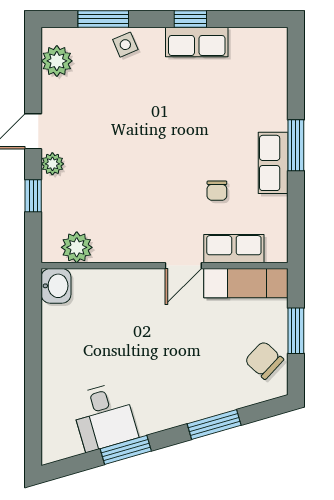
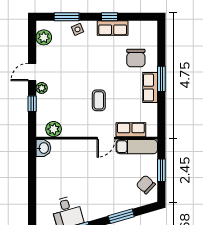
coffee table: (169, 189) -> (99, 100), added
chair: (217, 191) -> (136, 58), moved, width x1.87, depth x1.87

